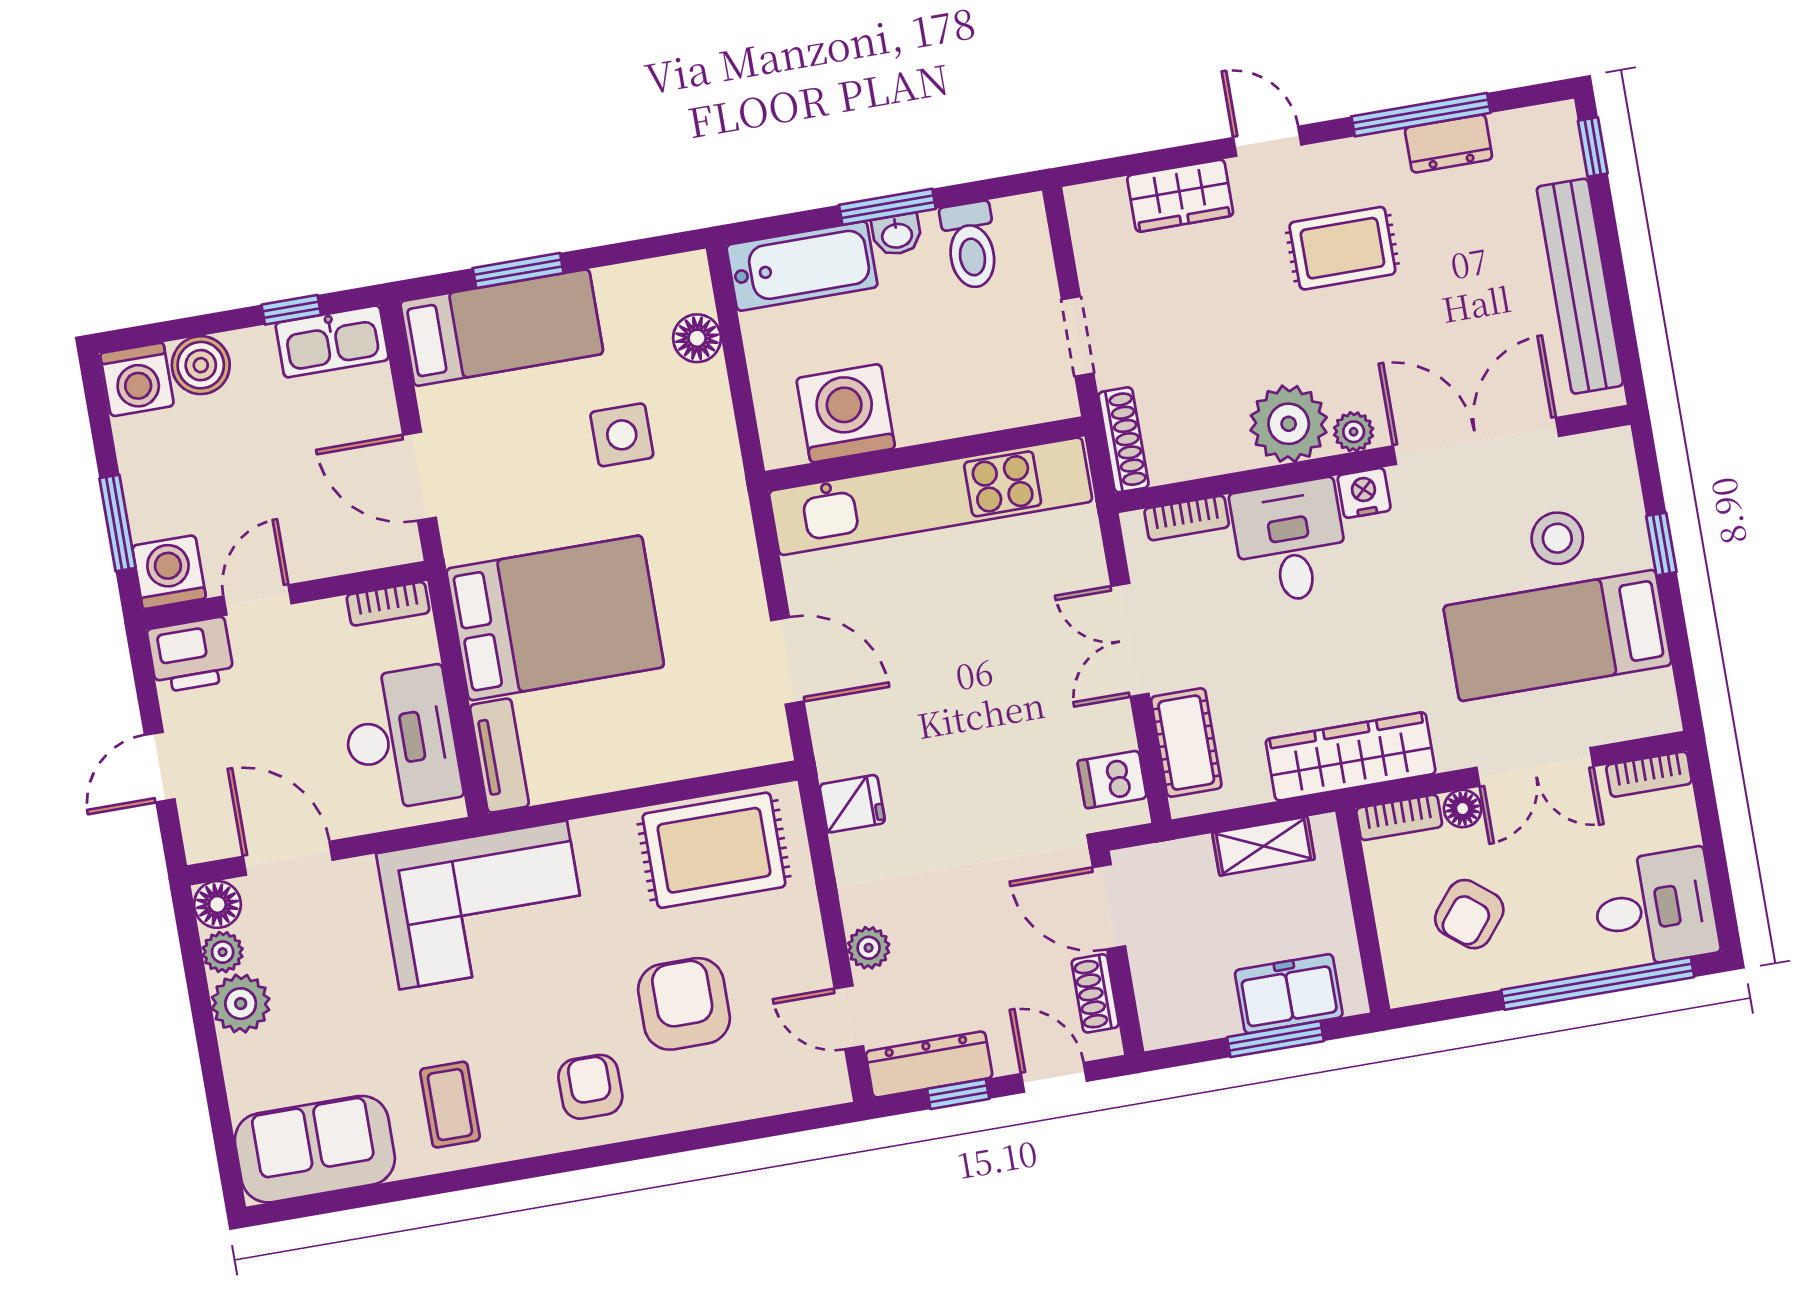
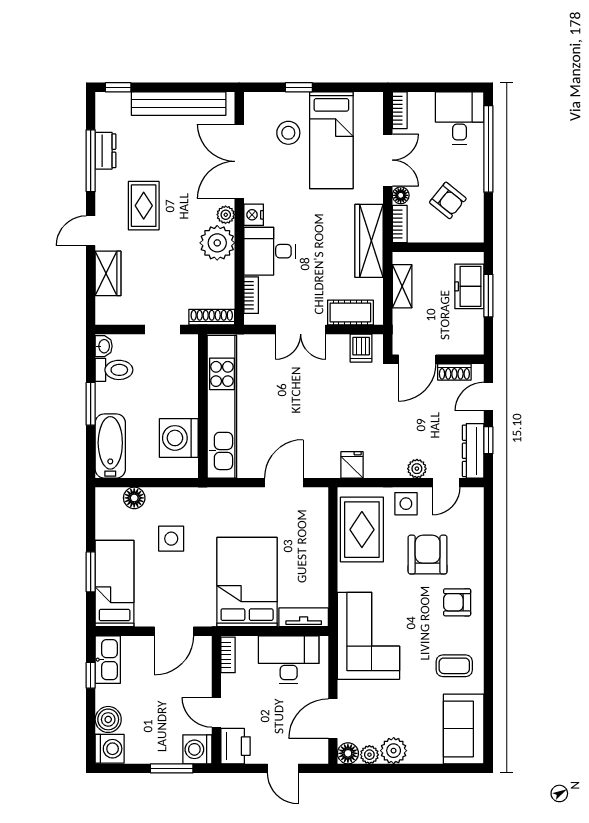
washbasin: (897, 235) -> (104, 346), moved
side table: (788, 937) -> (406, 504), added
armchair: (684, 1004) -> (428, 555), turned 90

